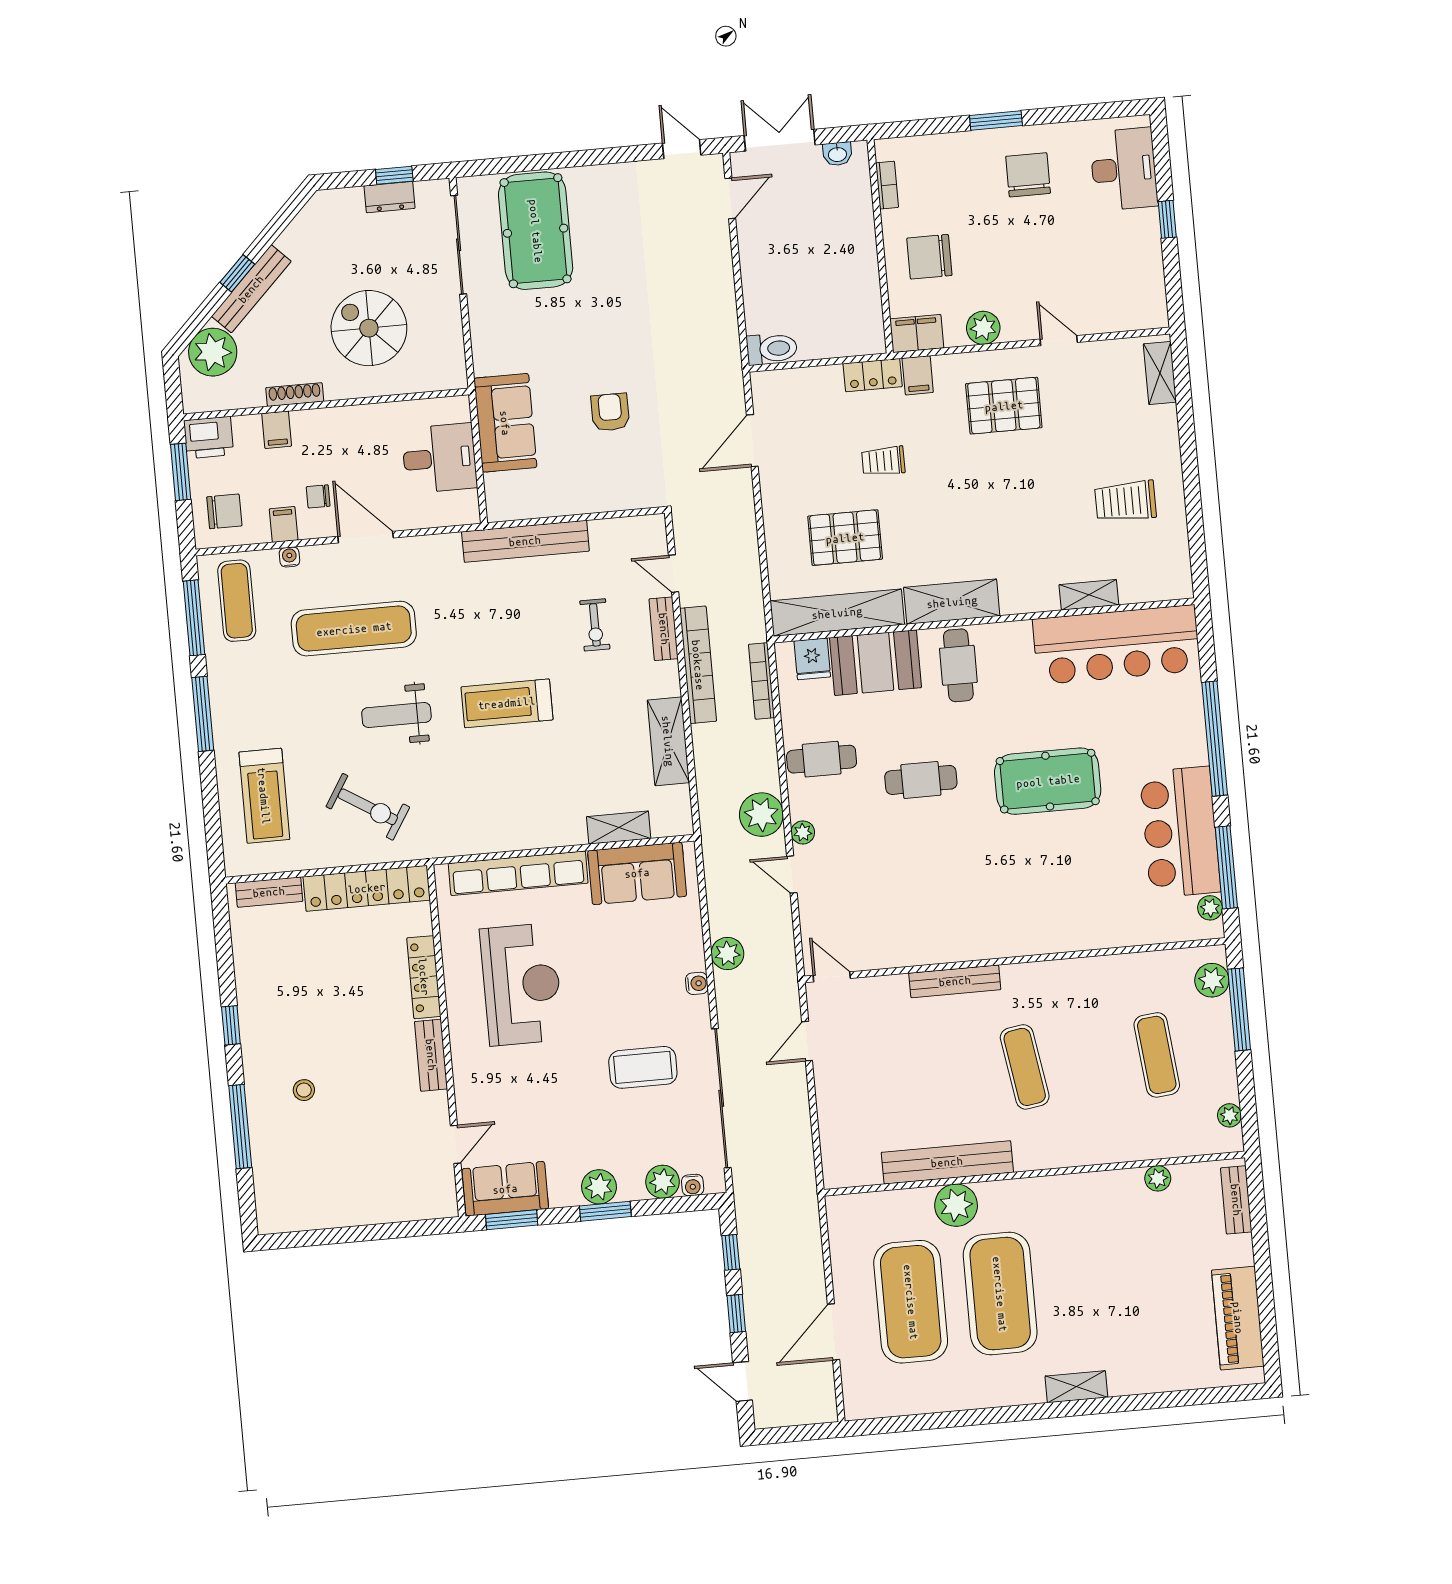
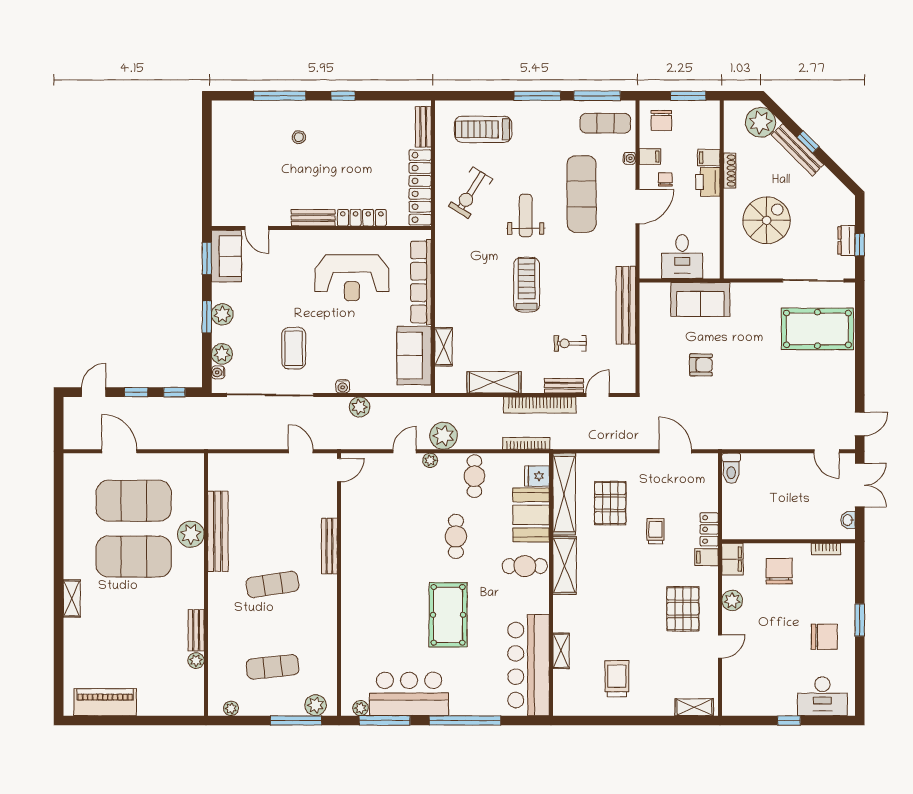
printer: (209, 438) -> (708, 182), moved
bench: (1236, 1200) -> (196, 630), moved, turned 90

